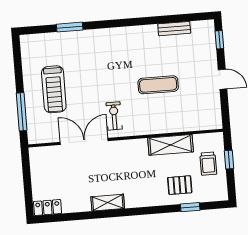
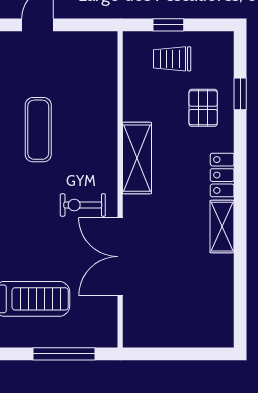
shelving: (171, 145) -> (137, 158), moved
trolley: (208, 164) -> (172, 59), turned 180
locker: (48, 208) -> (222, 175), moved

